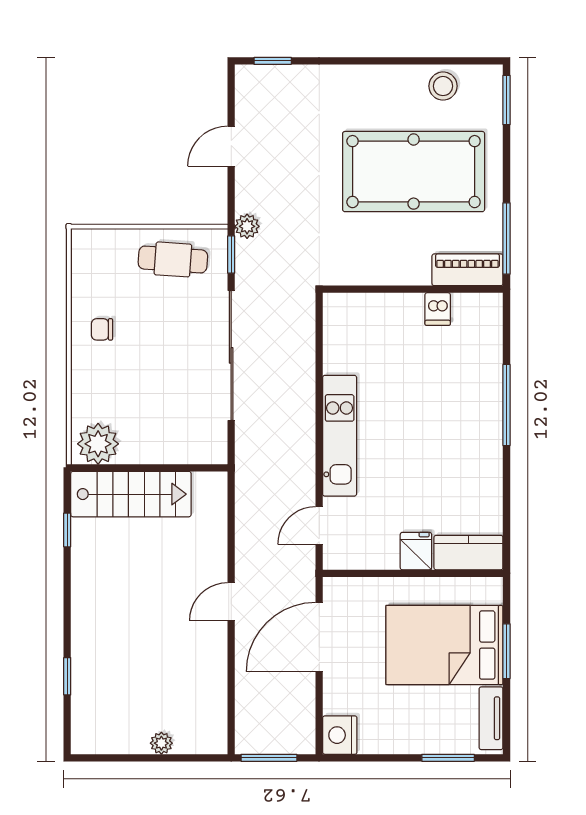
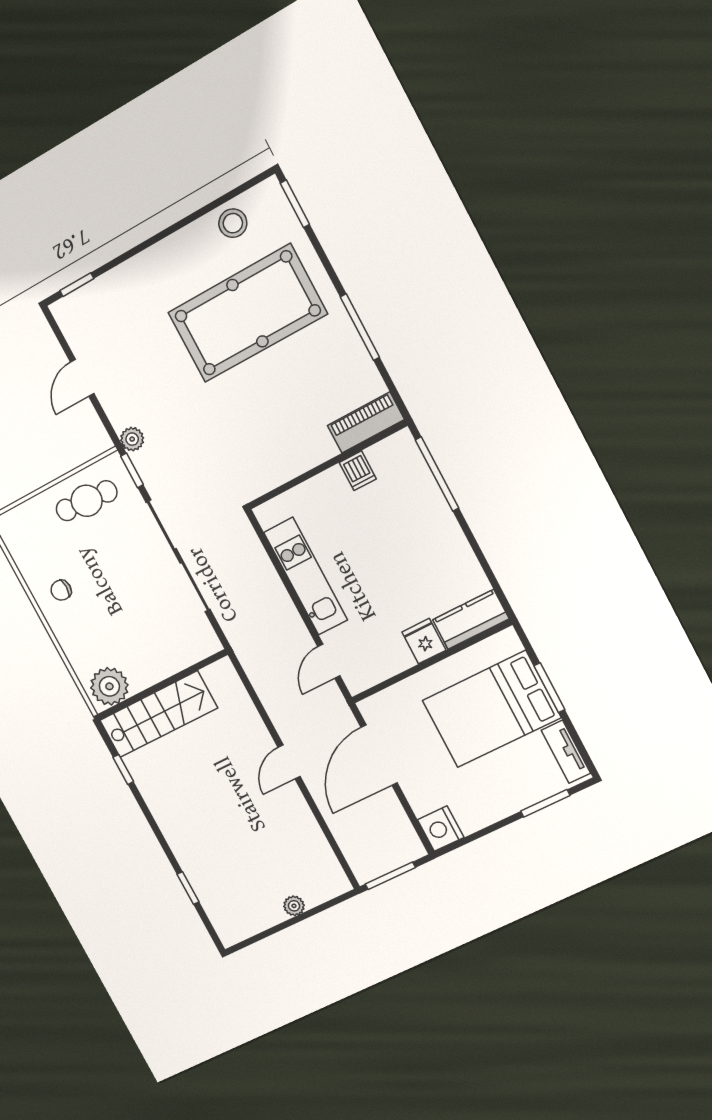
piano: (467, 270) -> (366, 423), moved
wall: (413, 289) -> (327, 465), moved
dishwasher: (438, 309) -> (358, 471), moved

